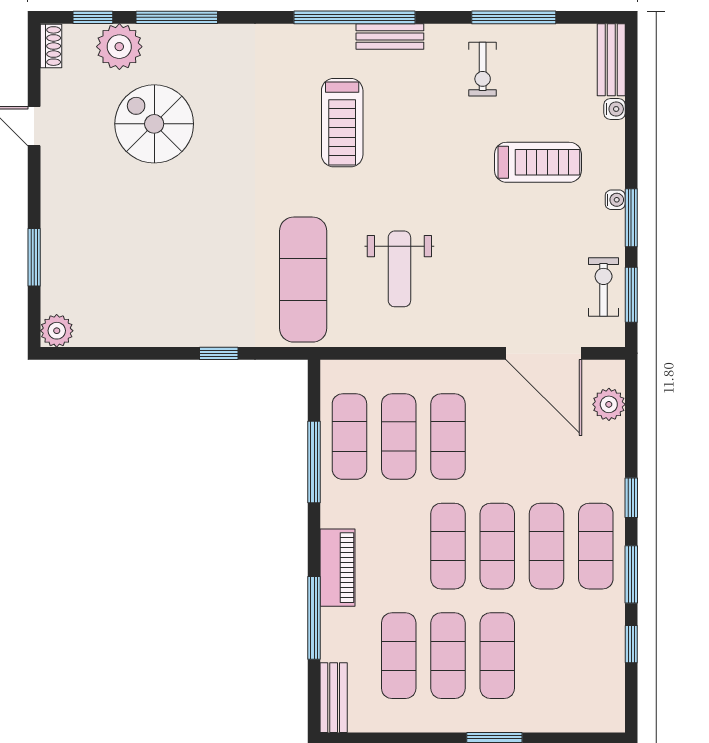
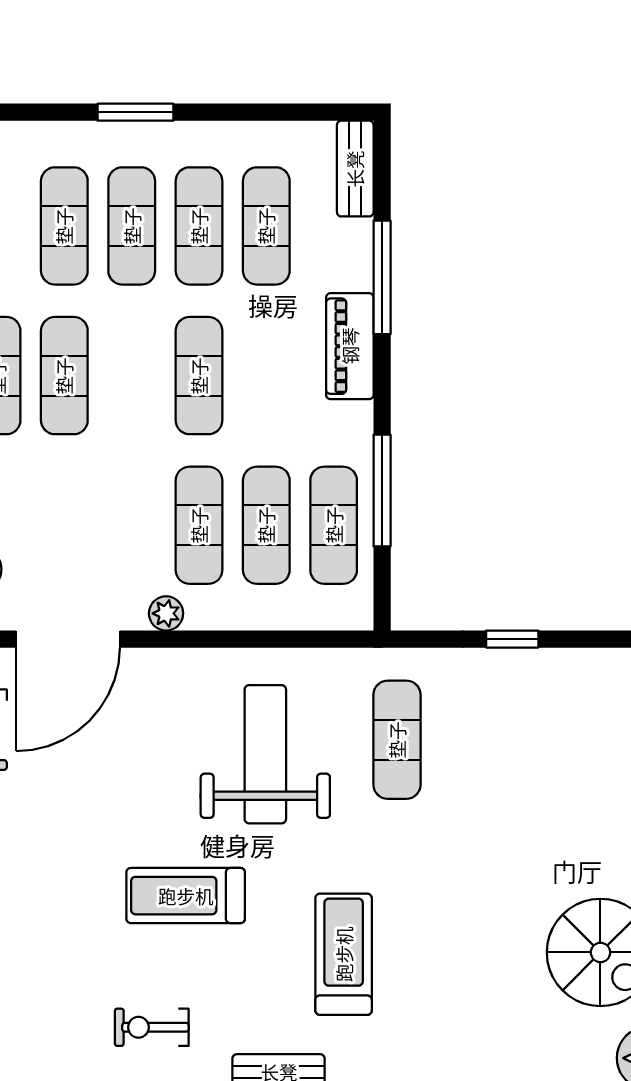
exercise bike: (483, 69) -> (152, 1027), turned -90
treadmill: (538, 162) -> (186, 896), moved
weight bench: (399, 269) -> (265, 754), width x1.36, depth x1.33
exercise mat: (303, 280) -> (397, 740), width x0.73, depth x0.69
door: (544, 353) -> (68, 639), swing flipped
plant: (472, 372) -> (166, 613), added
exercise mat: (497, 546) -> (64, 226), moved

